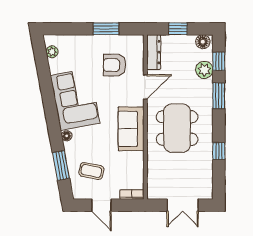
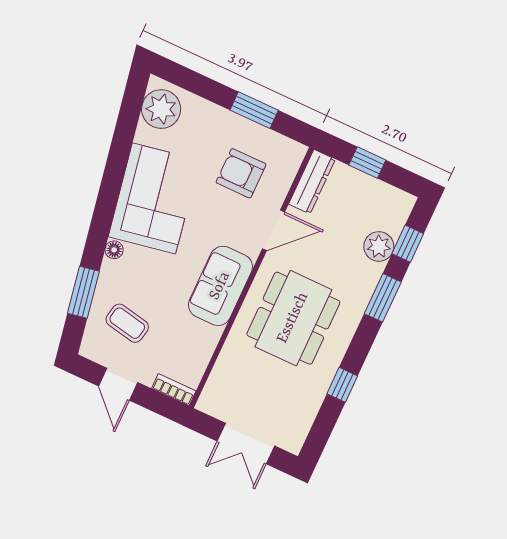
floor lamp: (203, 42) -> (397, 201), removed
plant: (52, 52) -> (161, 109), width x1.88, depth x1.88

